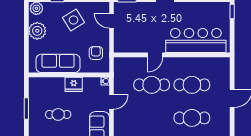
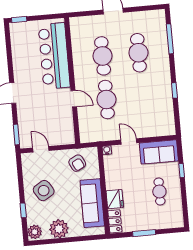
door: (111, 21) -> (41, 149), swing flipped
armchair: (96, 53) -> (77, 163), turned -117
locker: (40, 83) -> (115, 221), added
fridge: (74, 84) -> (115, 199), moved
cafe table: (58, 114) -> (159, 191), moved

